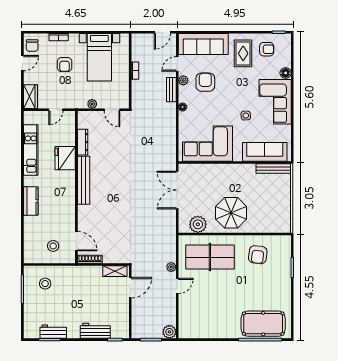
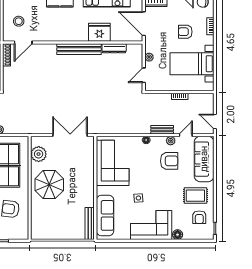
door: (177, 64) -> (186, 135), hinge flipped
door: (56, 110) -> (144, 24), width x1.87

